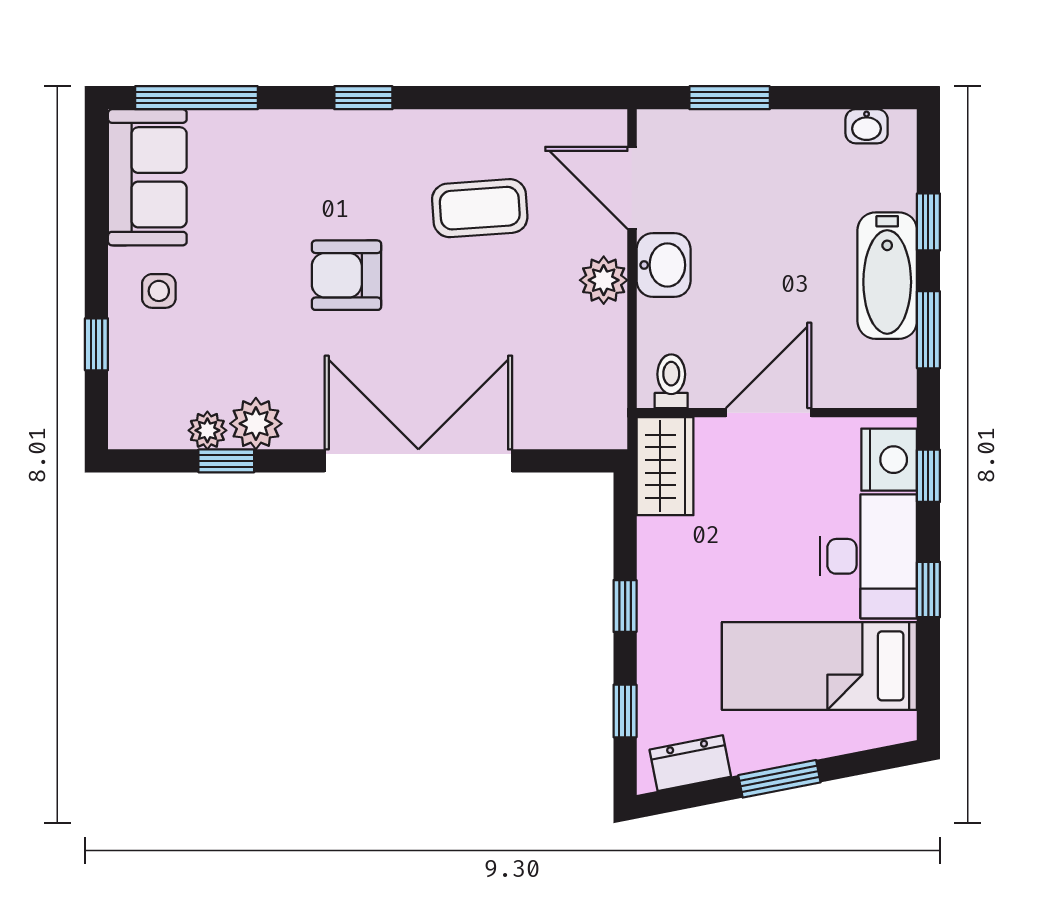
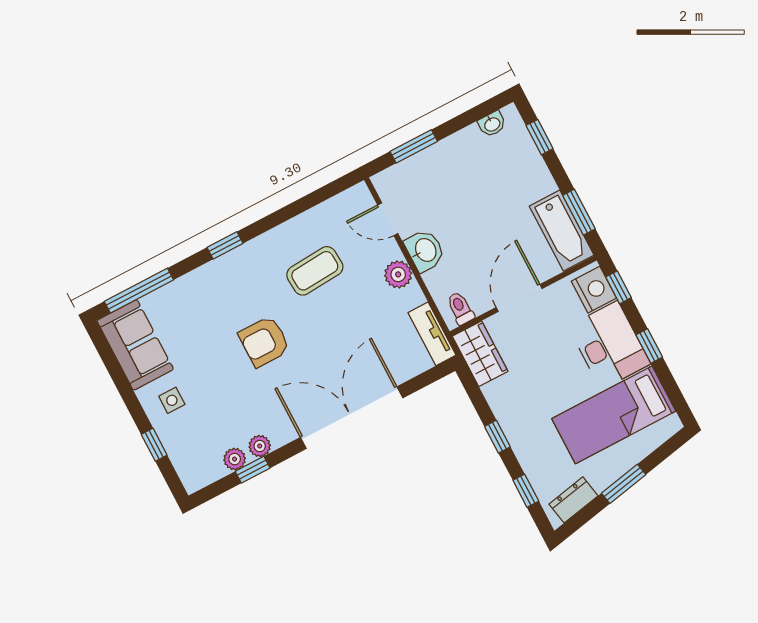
door: (632, 188) -> (388, 219), width x0.73
window: (928, 222) -> (540, 137), moved
bathtub: (887, 276) -> (562, 231), moved
tv unit: (608, 398) -> (432, 334), added
plant: (256, 424) -> (260, 446), width x0.73, depth x0.73

